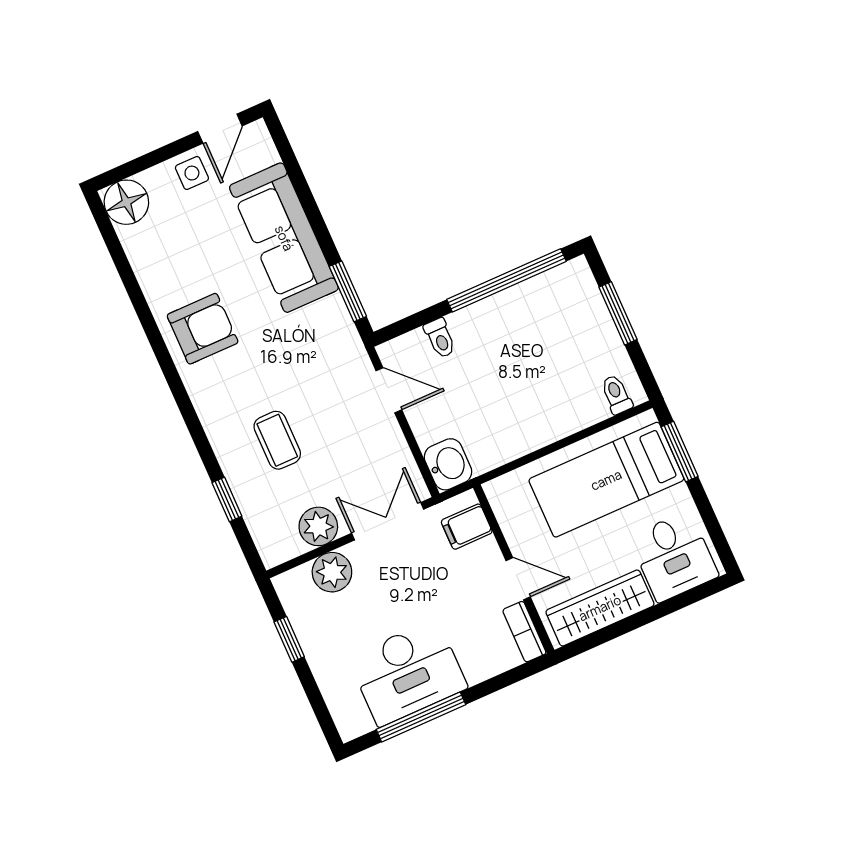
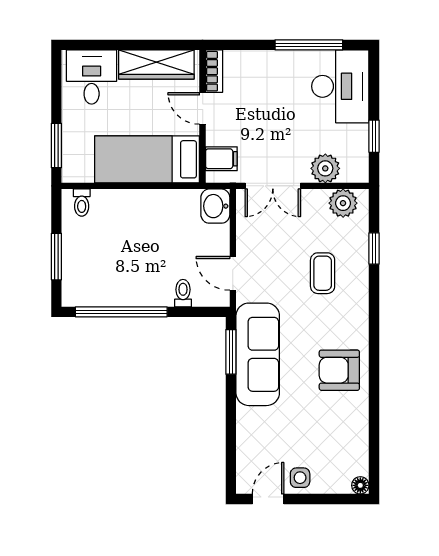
floor lamp: (126, 202) -> (360, 485), width x0.53, depth x0.53
sofa: (284, 238) -> (258, 354), moved
bed: (606, 480) -> (147, 159), moved, turned 180
plant: (318, 526) -> (343, 203), moved
desk: (408, 673) -> (340, 86), moved, turned 90

